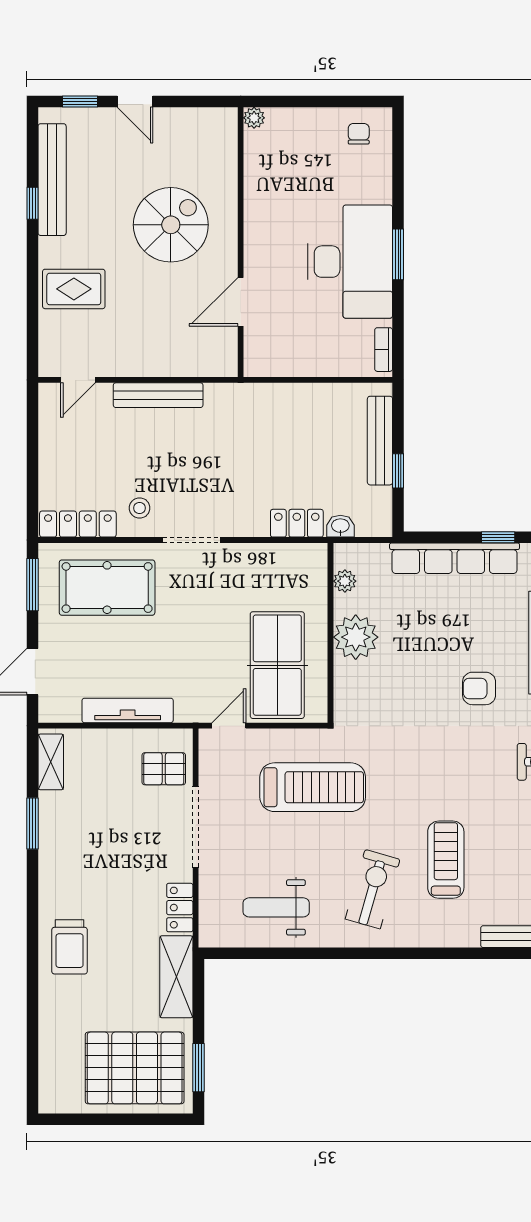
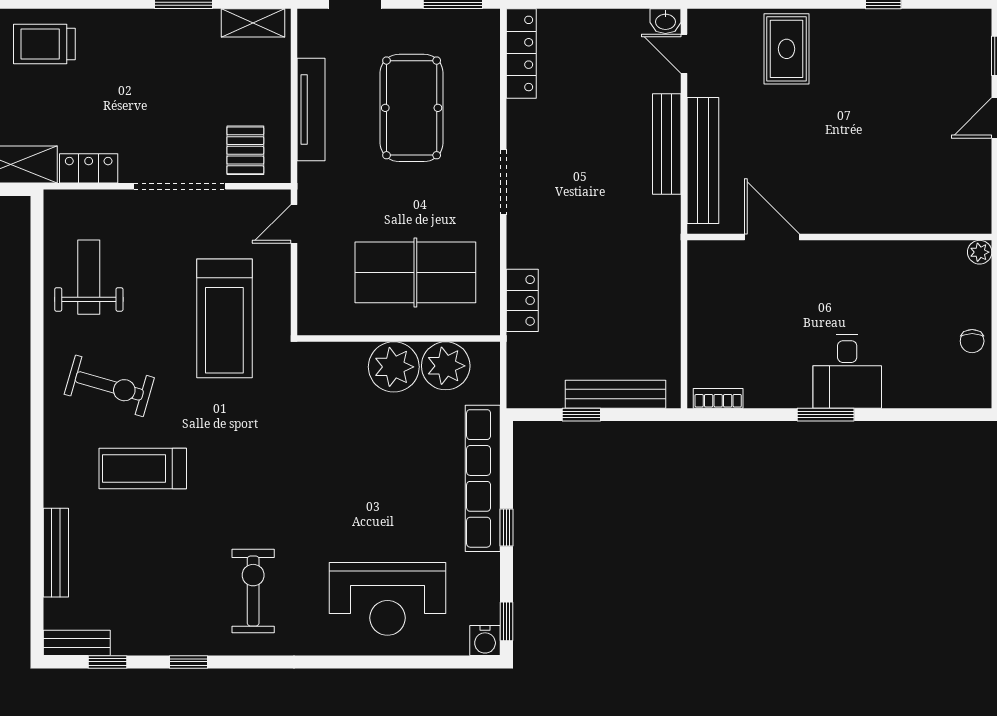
chair: (359, 134) -> (972, 341), moved, turned 90
bench: (52, 180) -> (703, 161), moved, turned 90
spiral stairs: (171, 225) -> (859, 158), removed
desk: (350, 262) -> (847, 371), width x0.53, depth x0.77
stool: (140, 508) -> (539, 123), removed
washbasin: (340, 526) -> (665, 21), moved, turned 90
plant: (345, 581) -> (446, 366), width x1.87, depth x1.87
pool table: (107, 588) -> (412, 108), moved
table tennis table: (277, 665) -> (415, 272), moved
armchair: (479, 688) -> (336, 506), removed
door: (229, 726) -> (294, 224), swing flipped
treadmill: (446, 860) -> (143, 469), turned 180

